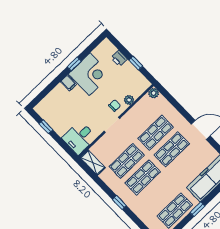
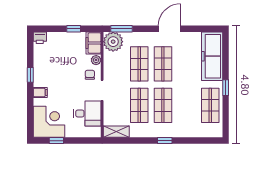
printer: (119, 58) -> (40, 38), moved
corner desk: (90, 74) -> (49, 122), moved
filing cabinet: (139, 87) -> (93, 43), added
plant: (154, 93) -> (113, 42), width x1.87, depth x1.87
window: (168, 97) -> (122, 29), added
desk: (79, 138) -> (87, 113), moved, turned -90

